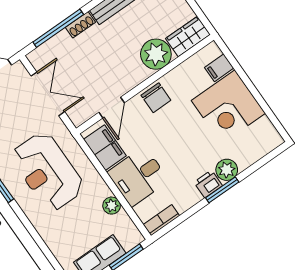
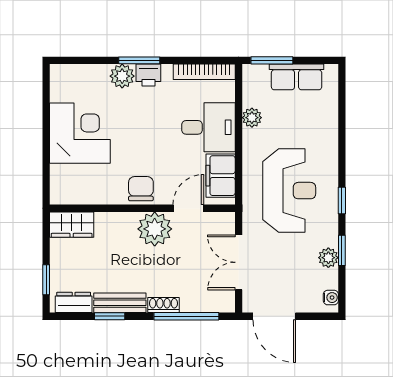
plant: (156, 54) -> (155, 229), moved
filing cabinet: (219, 68) -> (63, 175), removed
bookcase: (161, 220) -> (204, 72), width x1.56

